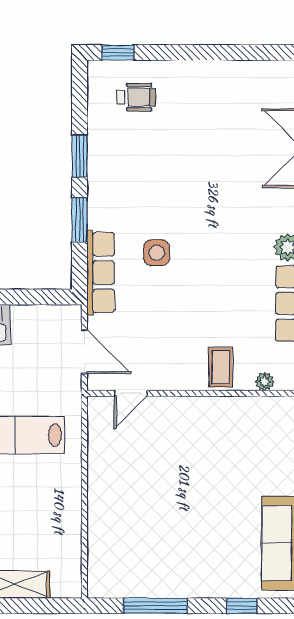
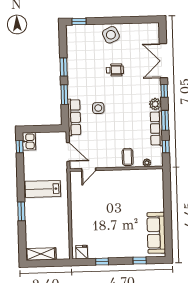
side table: (190, 85) -> (111, 35), added
wheelchair: (136, 97) -> (115, 70), moved
fridge: (109, 583) -> (82, 252), added
window: (155, 606) -> (102, 262), width x0.46

